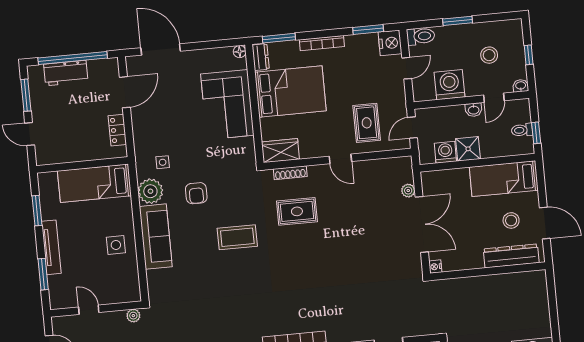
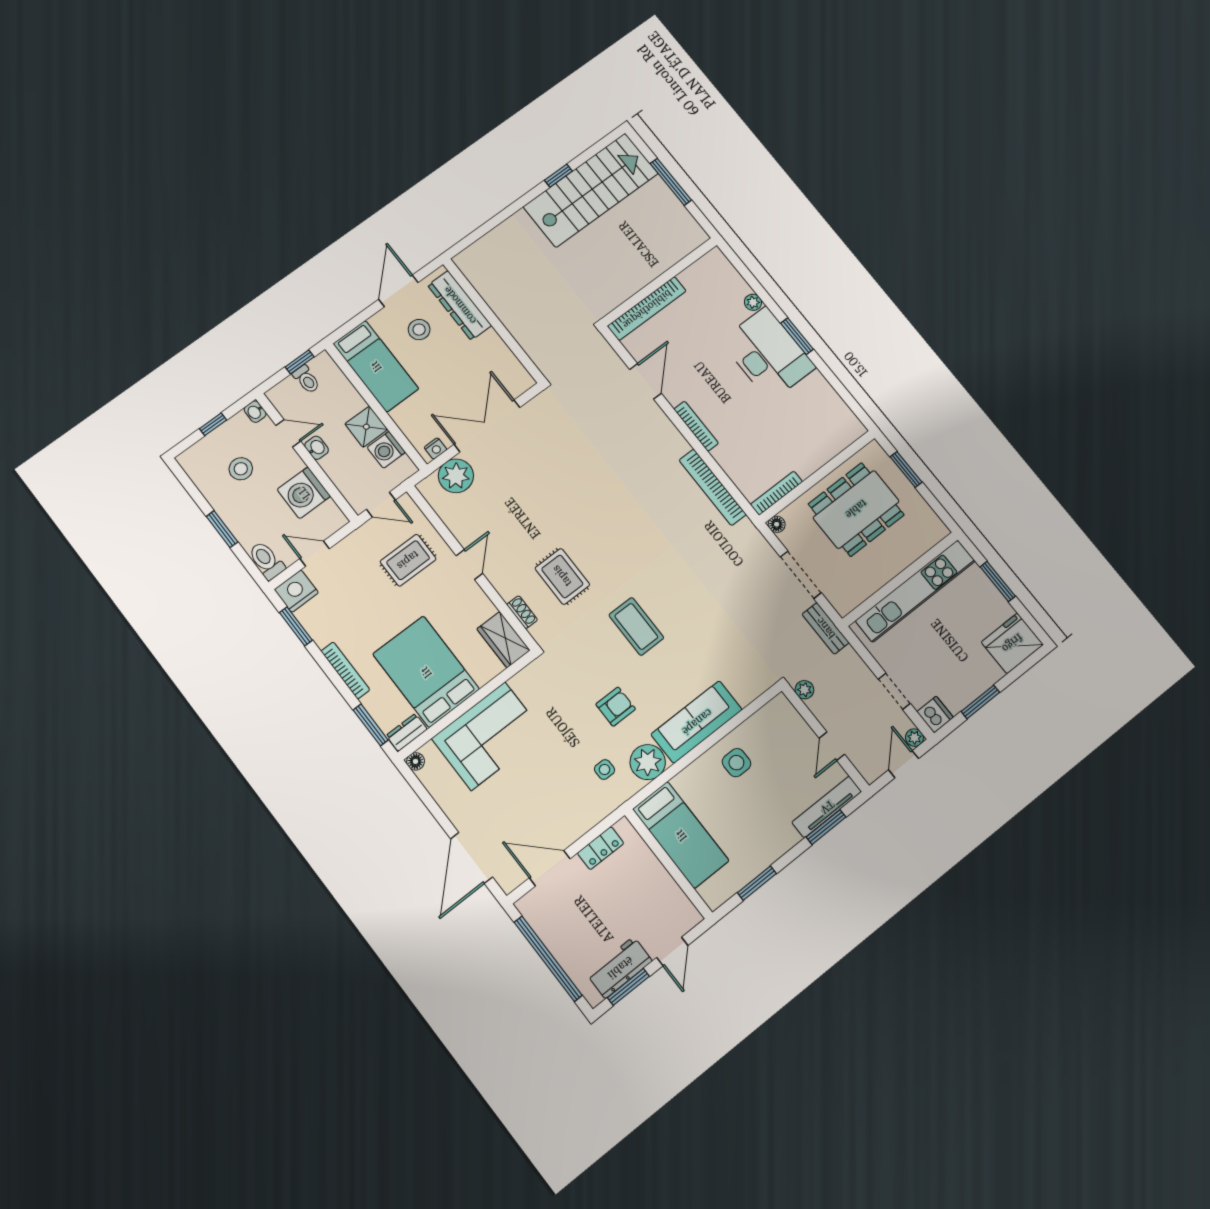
workbench: (66, 73) -> (620, 968), moved, turned -90
shoe rack: (290, 173) -> (522, 612), width x0.70
plant: (408, 191) -> (456, 476), width x1.88, depth x1.88
tv unit: (51, 247) -> (827, 807), moved
nightstand: (435, 267) -> (436, 448), moved

